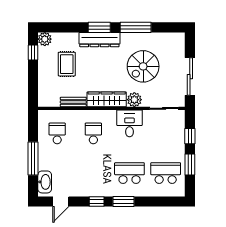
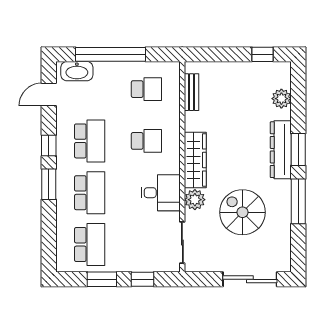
plant: (45, 39) -> (281, 99), moved
rug: (67, 64) -> (246, 103), removed
sliding door: (190, 77) -> (250, 279), moved
bench: (73, 102) -> (191, 92), moved
window: (33, 158) -> (111, 54), width x1.46
school desk: (93, 173) -> (90, 141), added
door: (61, 202) -> (49, 95), hinge flipped

